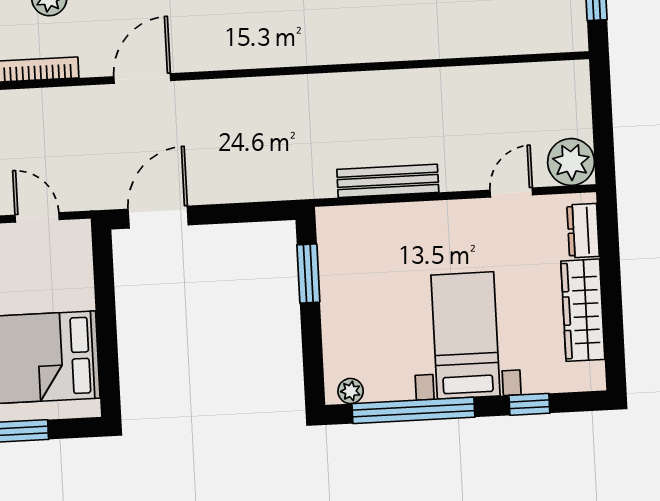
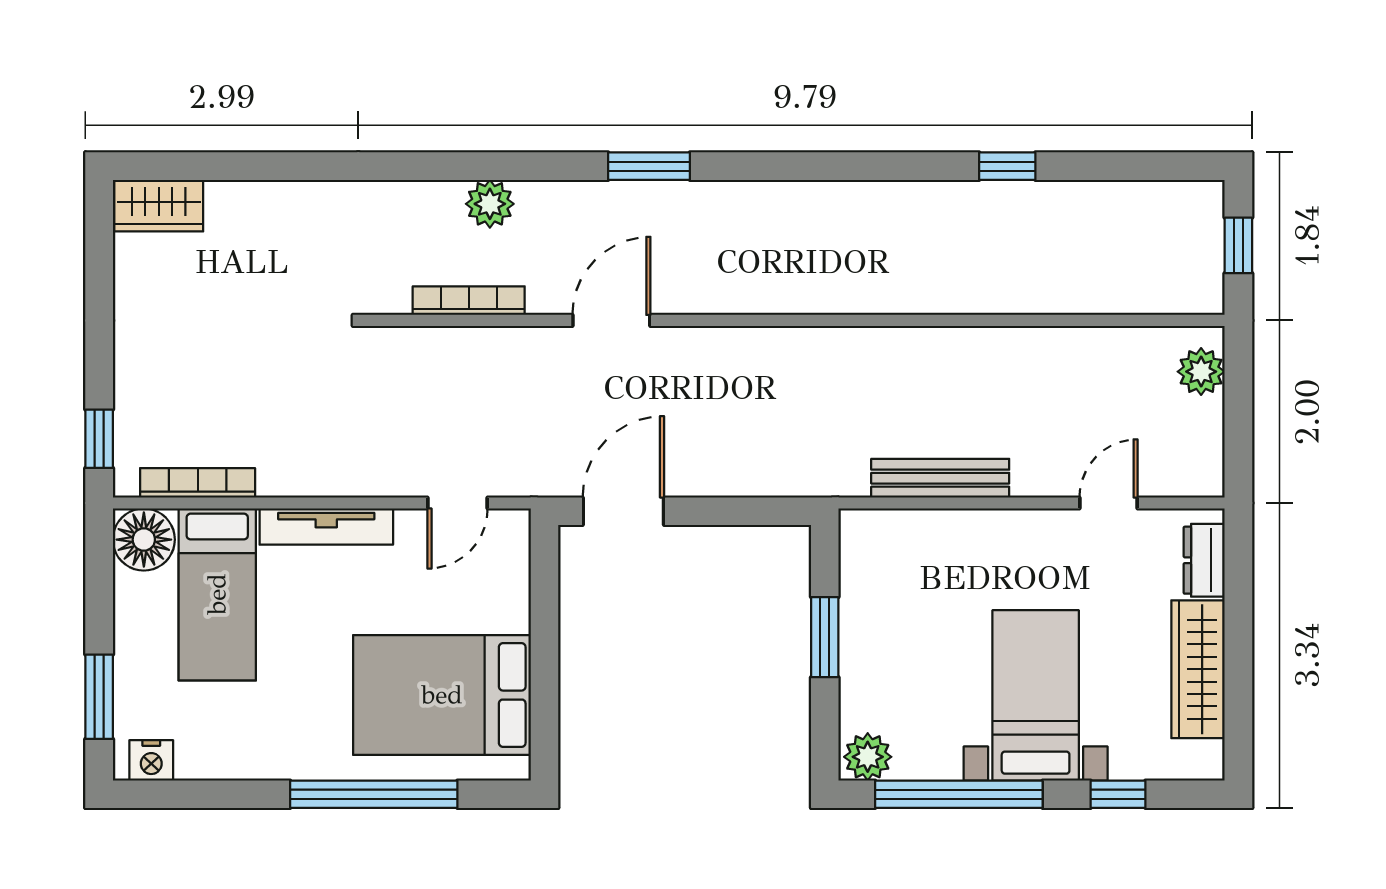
plant: (571, 162) -> (1201, 372), moved, width x0.73, depth x0.73
door: (37, 217) -> (458, 503), swing flipped
window: (308, 273) -> (825, 637), moved
plant: (351, 391) -> (868, 757), width x1.38, depth x1.38

